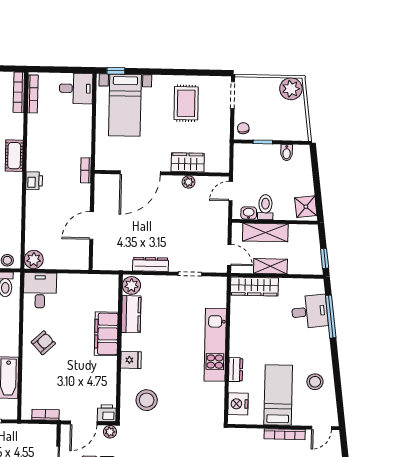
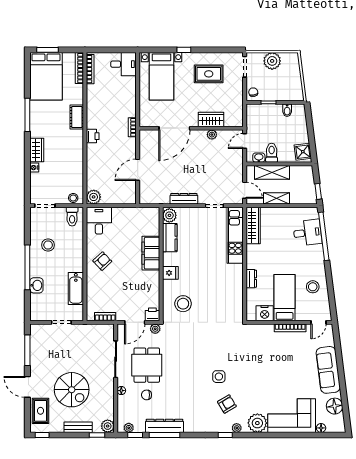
window: (116, 71) -> (184, 50), moved
plant: (291, 89) -> (272, 61), moved
rug: (186, 103) -> (209, 74), turned 90
wardrobe: (254, 286) -> (253, 225), moved, turned -90
window: (331, 317) -> (324, 236), width x1.46
kitchen unit: (215, 345) -> (235, 235), moved
nightstand: (238, 404) -> (265, 313), moved, turned -90

